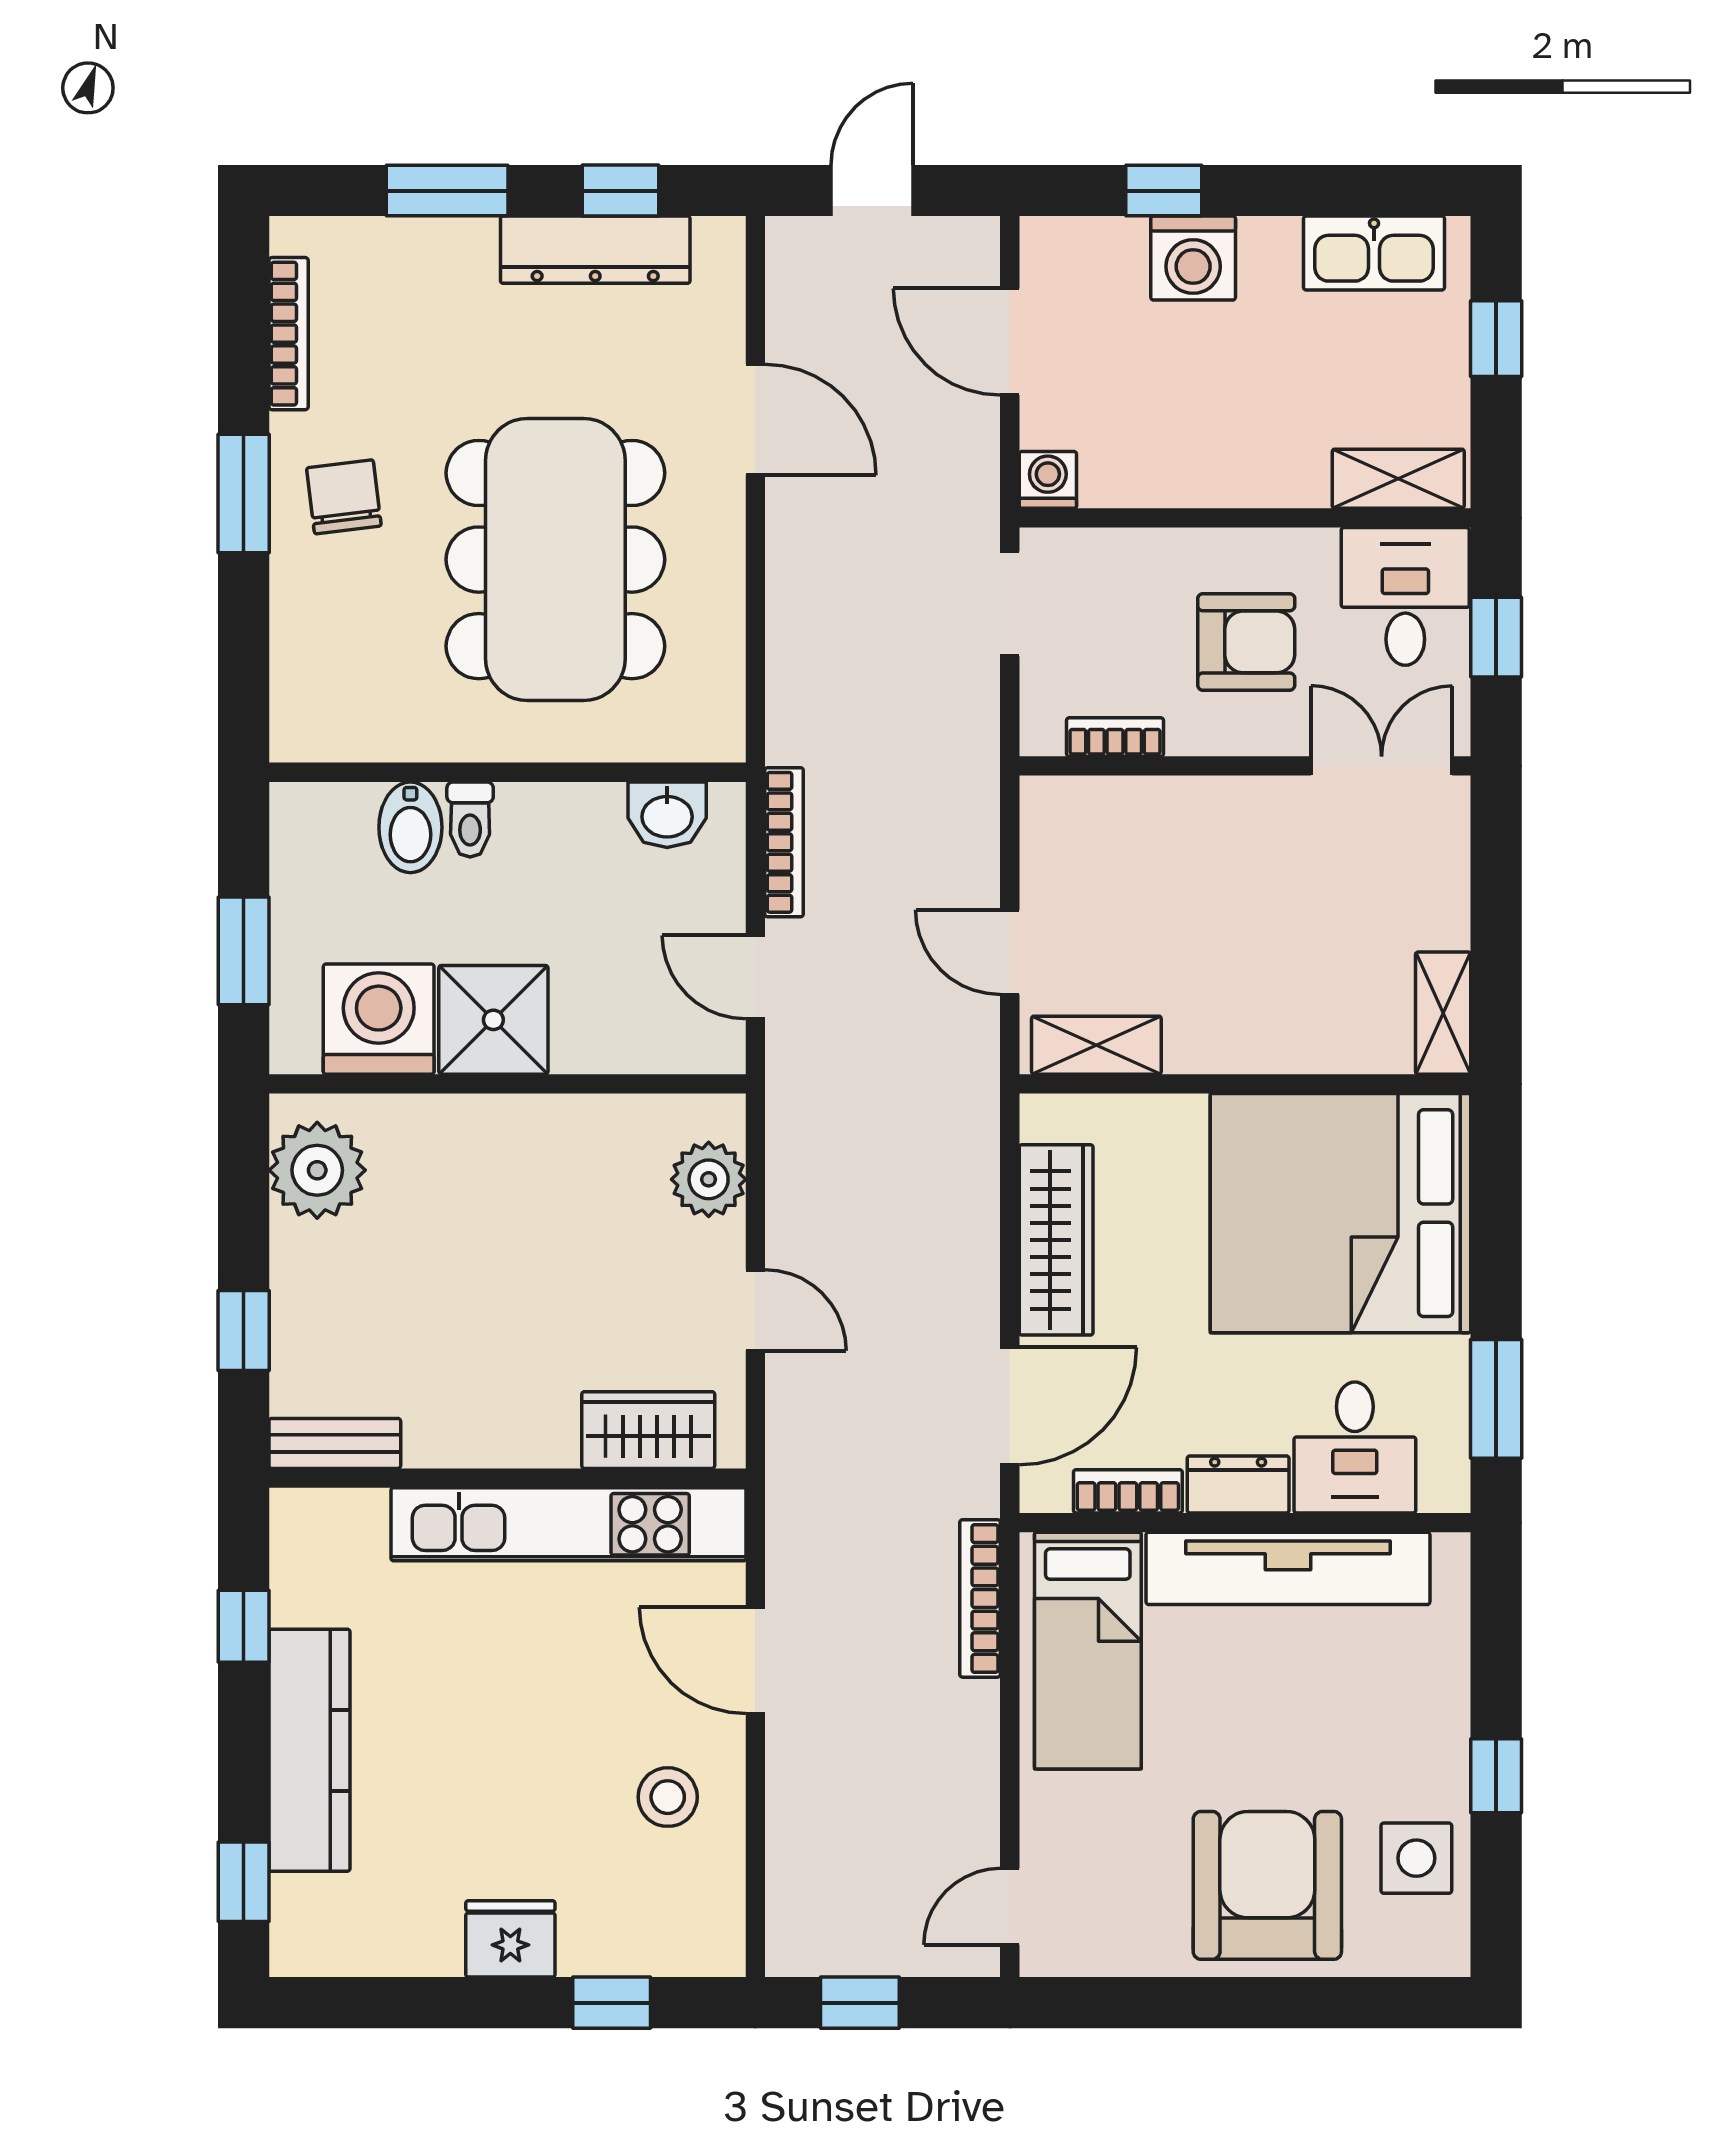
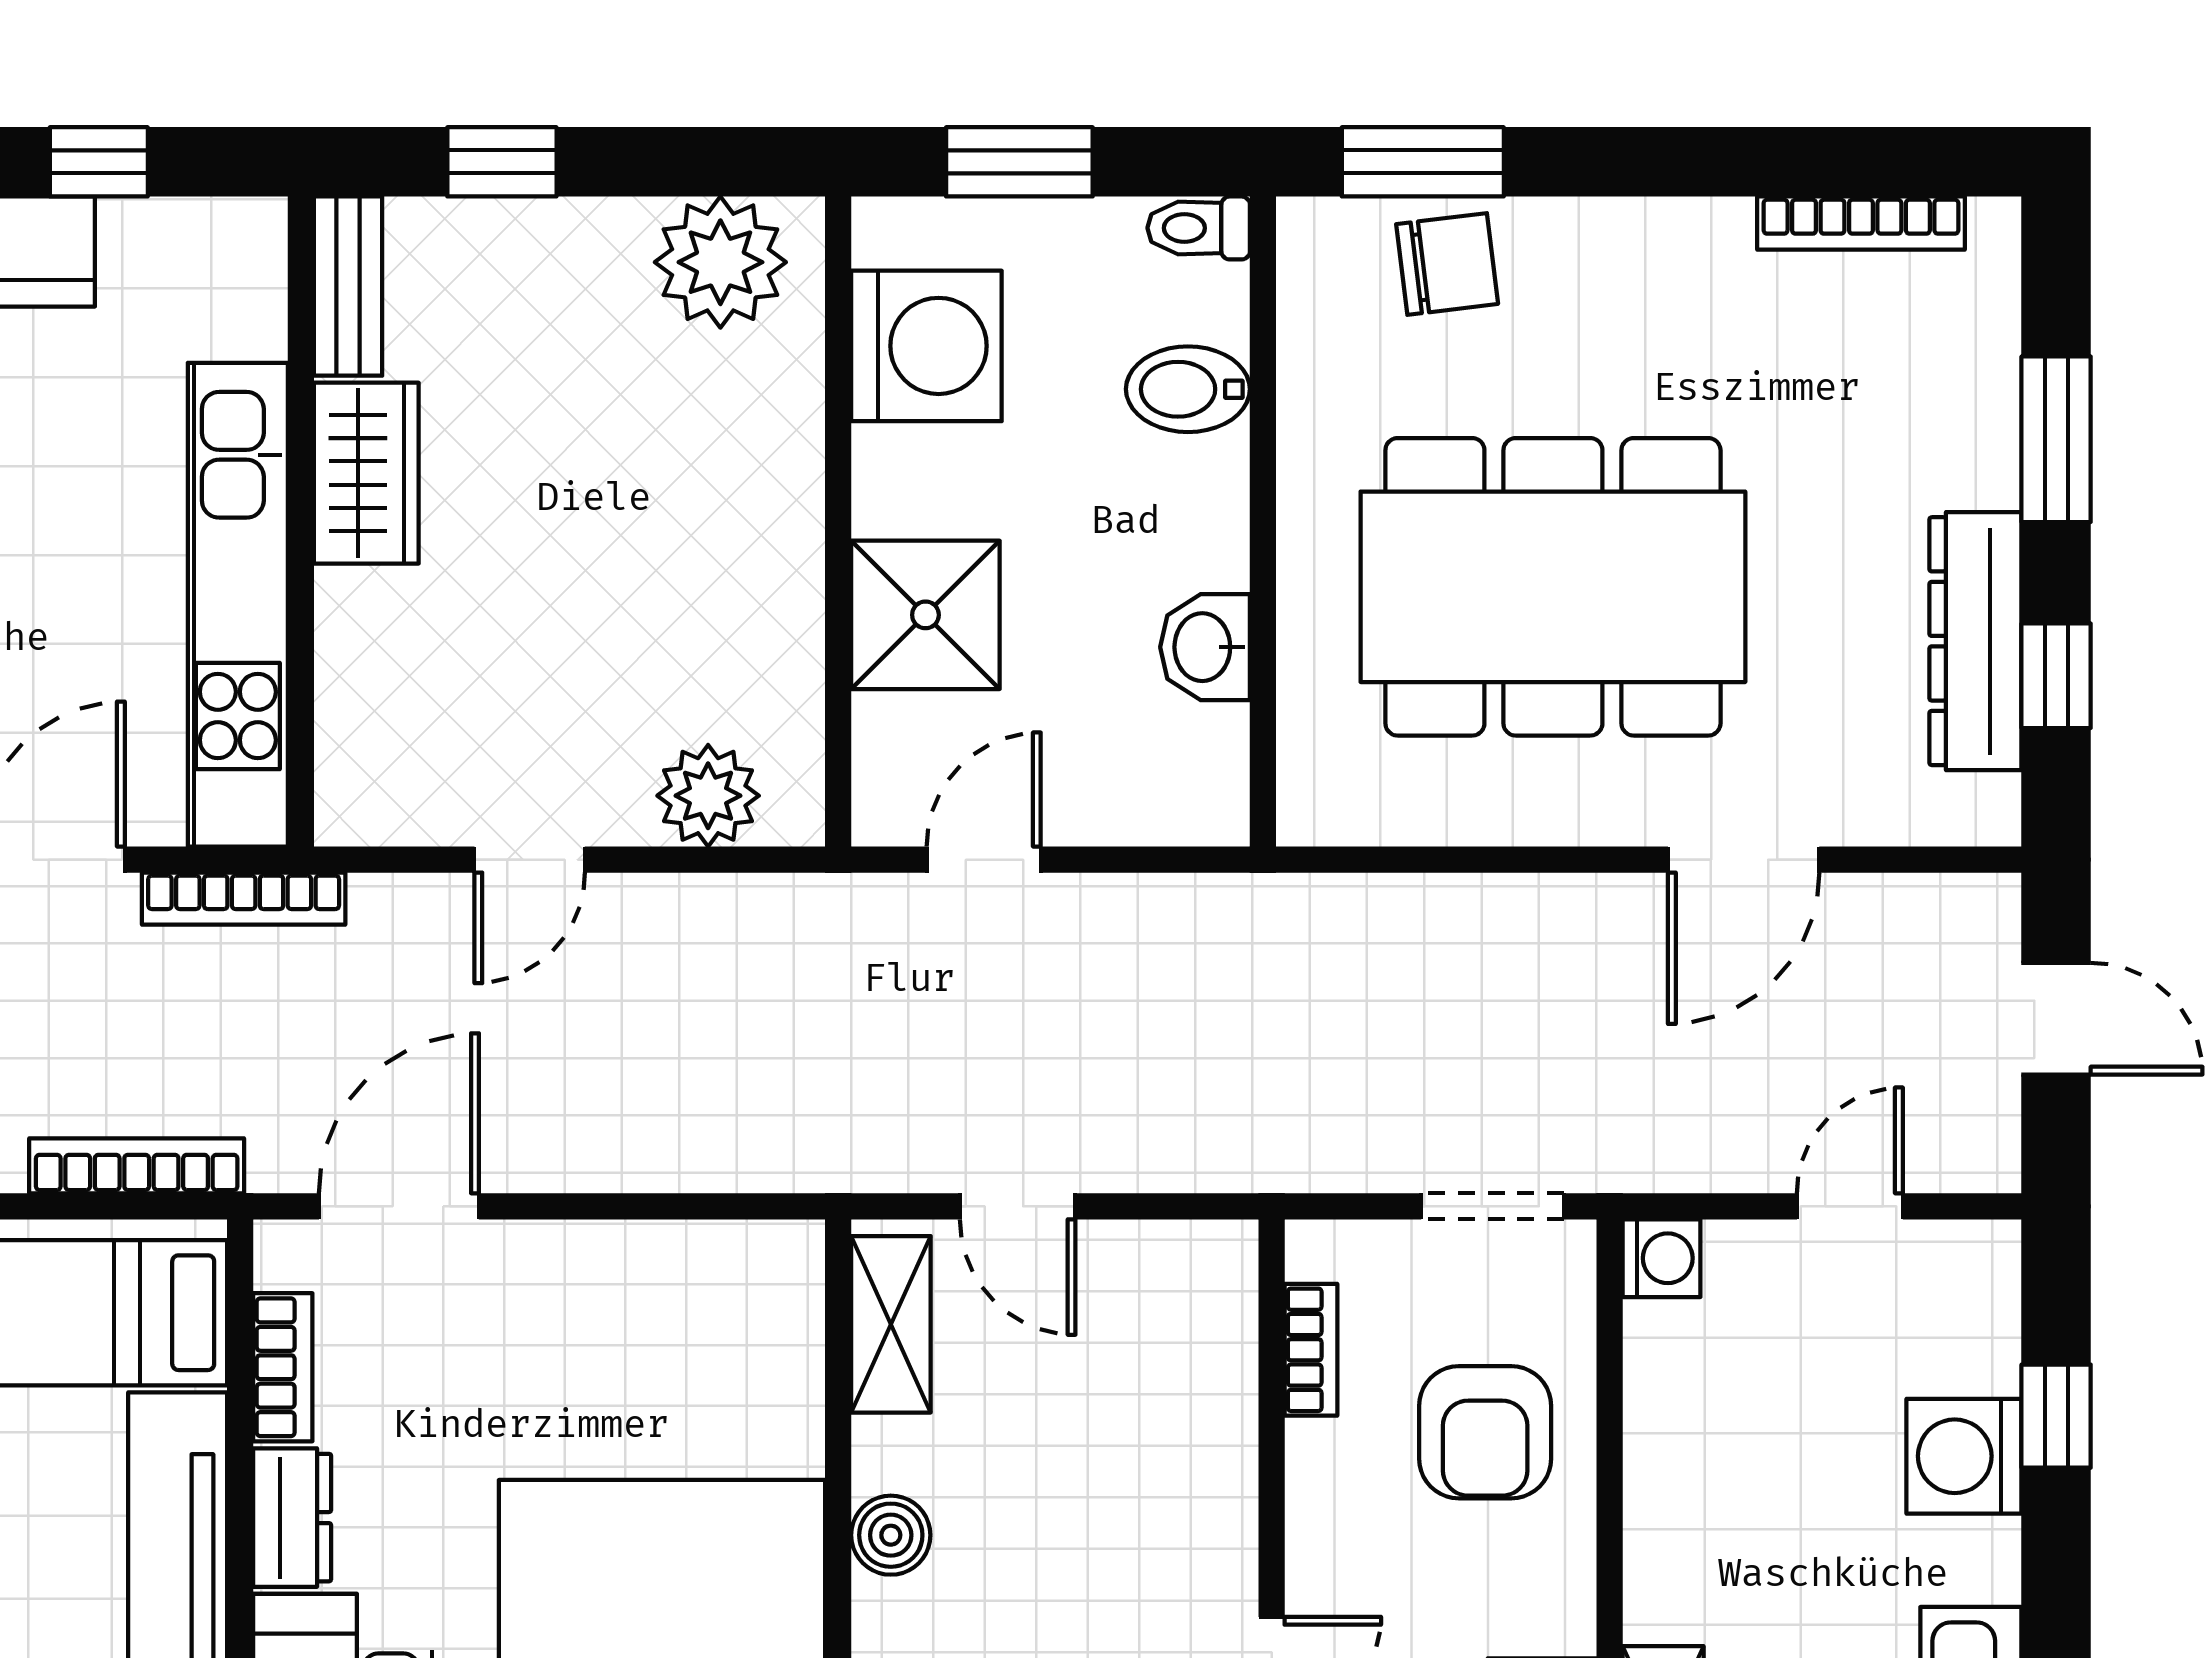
door: (1010, 342) -> (1850, 1206), width x0.73
window: (244, 493) -> (1423, 162), moved
chair: (344, 497) -> (1447, 264), moved
armchair: (1246, 642) -> (1485, 1432), moved
washbasin: (667, 815) -> (1205, 647), moved
toilet: (470, 819) -> (1199, 228), moved
bookcase: (784, 842) -> (244, 899), moved
door: (1010, 952) -> (1018, 1206), swing flipped
shower: (493, 1020) -> (925, 615), moved
boiler: (1251, 1045) -> (891, 1535), added
wardrobe: (1056, 1240) -> (625, 1270), removed
door: (1010, 1406) -> (399, 1206), swing flipped
wardrobe: (648, 1430) -> (366, 473), moved

